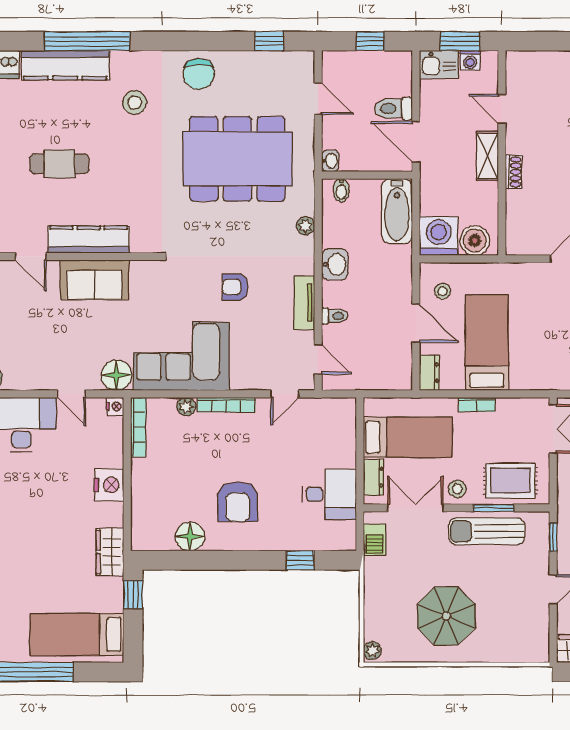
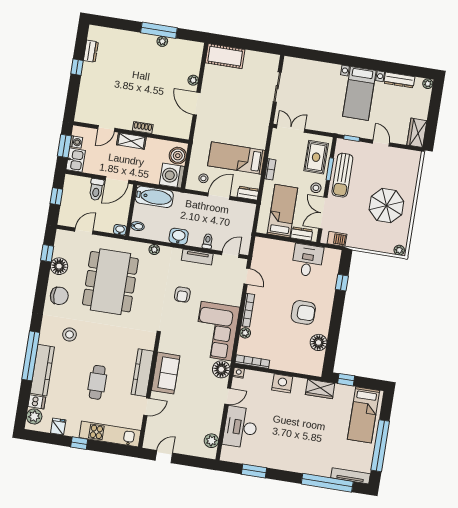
floor lamp: (250, 65) -> (59, 266), added

